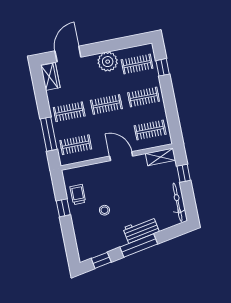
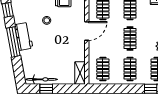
door: (121, 156) -> (87, 31), moved
window: (184, 173) -> (46, 89), moved
workbench: (141, 230) -> (24, 36), moved

